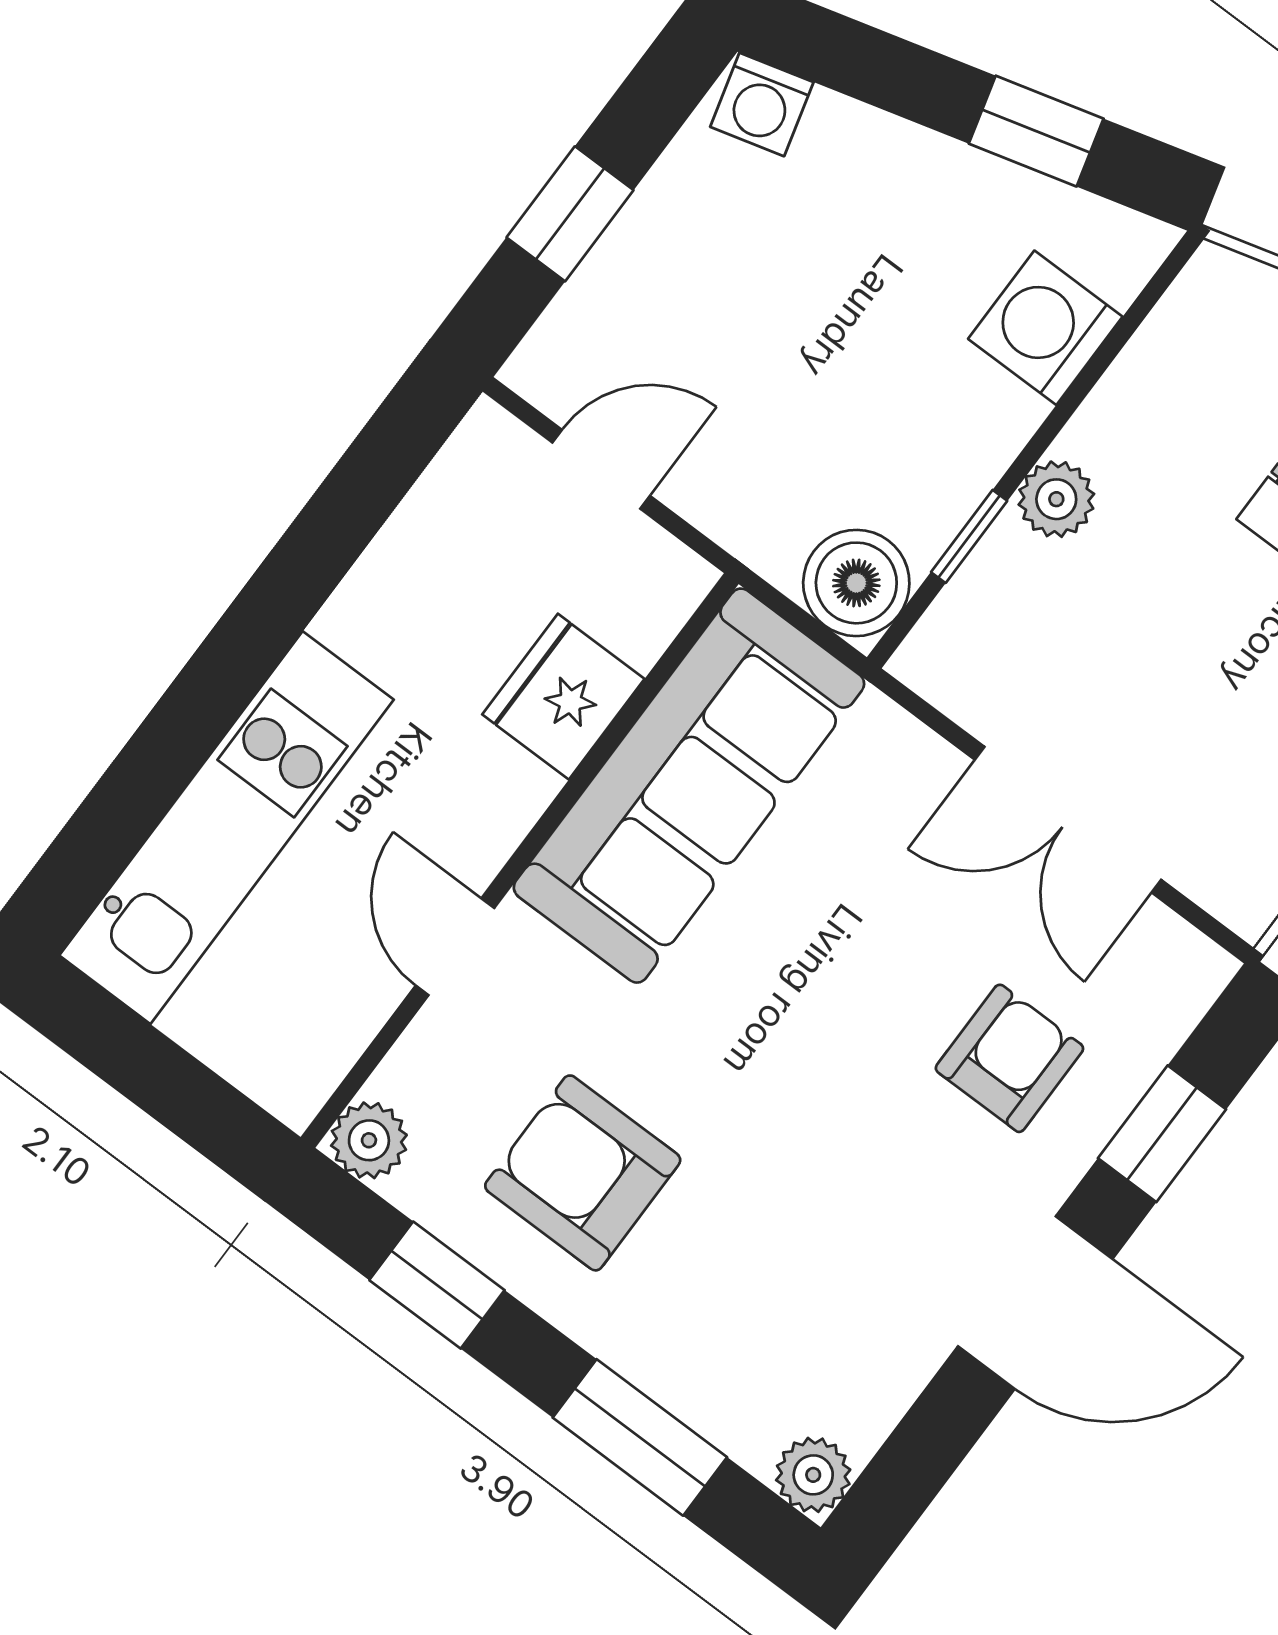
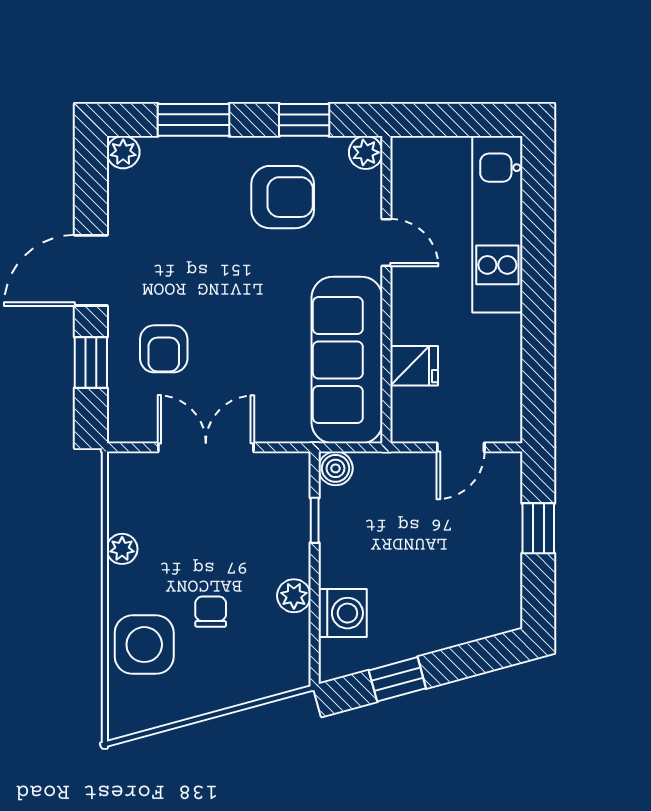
washing machine: (762, 104) -> (500, 617), removed
plant: (1056, 499) -> (294, 596), moved
boiler: (856, 583) -> (336, 468), width x0.73, depth x0.73
fridge: (563, 697) -> (414, 366), width x0.72

